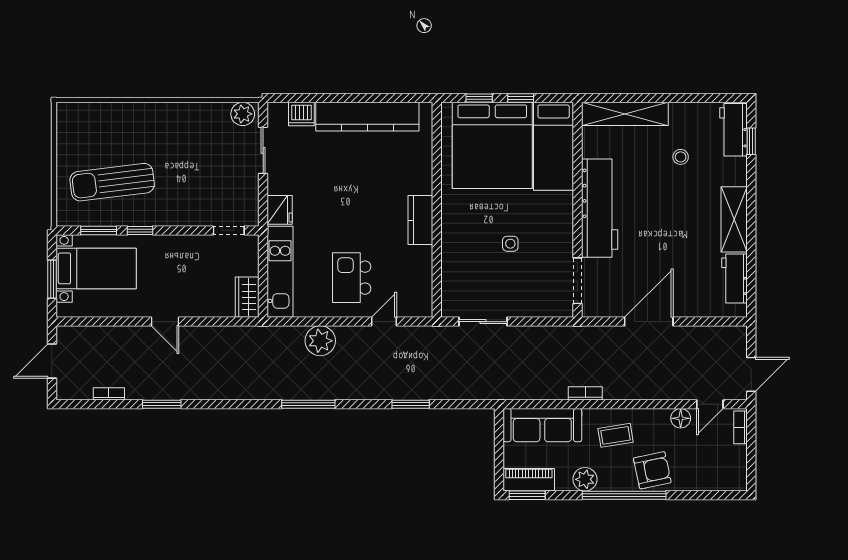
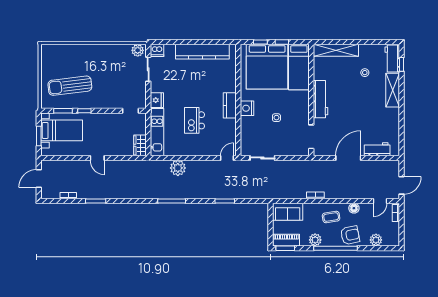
dishwasher: (301, 114) -> (157, 50), moved
workbench: (600, 208) -> (321, 99), width x0.73, depth x0.76
shelving: (734, 219) -> (393, 90), moved
nightstand: (454, 226) -> (247, 108), added
kitchen island: (352, 278) -> (194, 120), moved
workbench: (734, 279) -> (377, 149), moved, turned 90
door: (384, 322) -> (227, 158), moved
floor lamp: (681, 418) -> (354, 208), moved
sofa: (542, 425) -> (288, 212), width x0.73
plant: (702, 479) -> (376, 240), added

